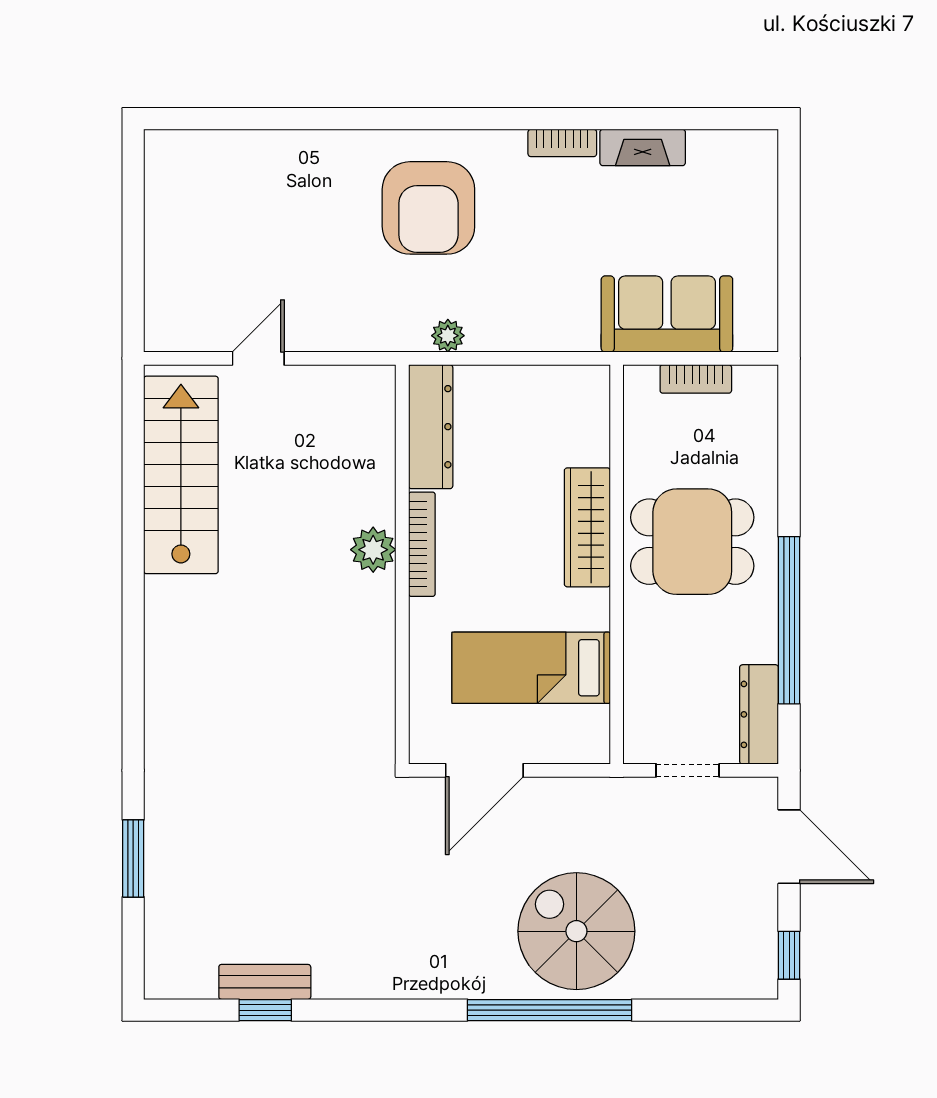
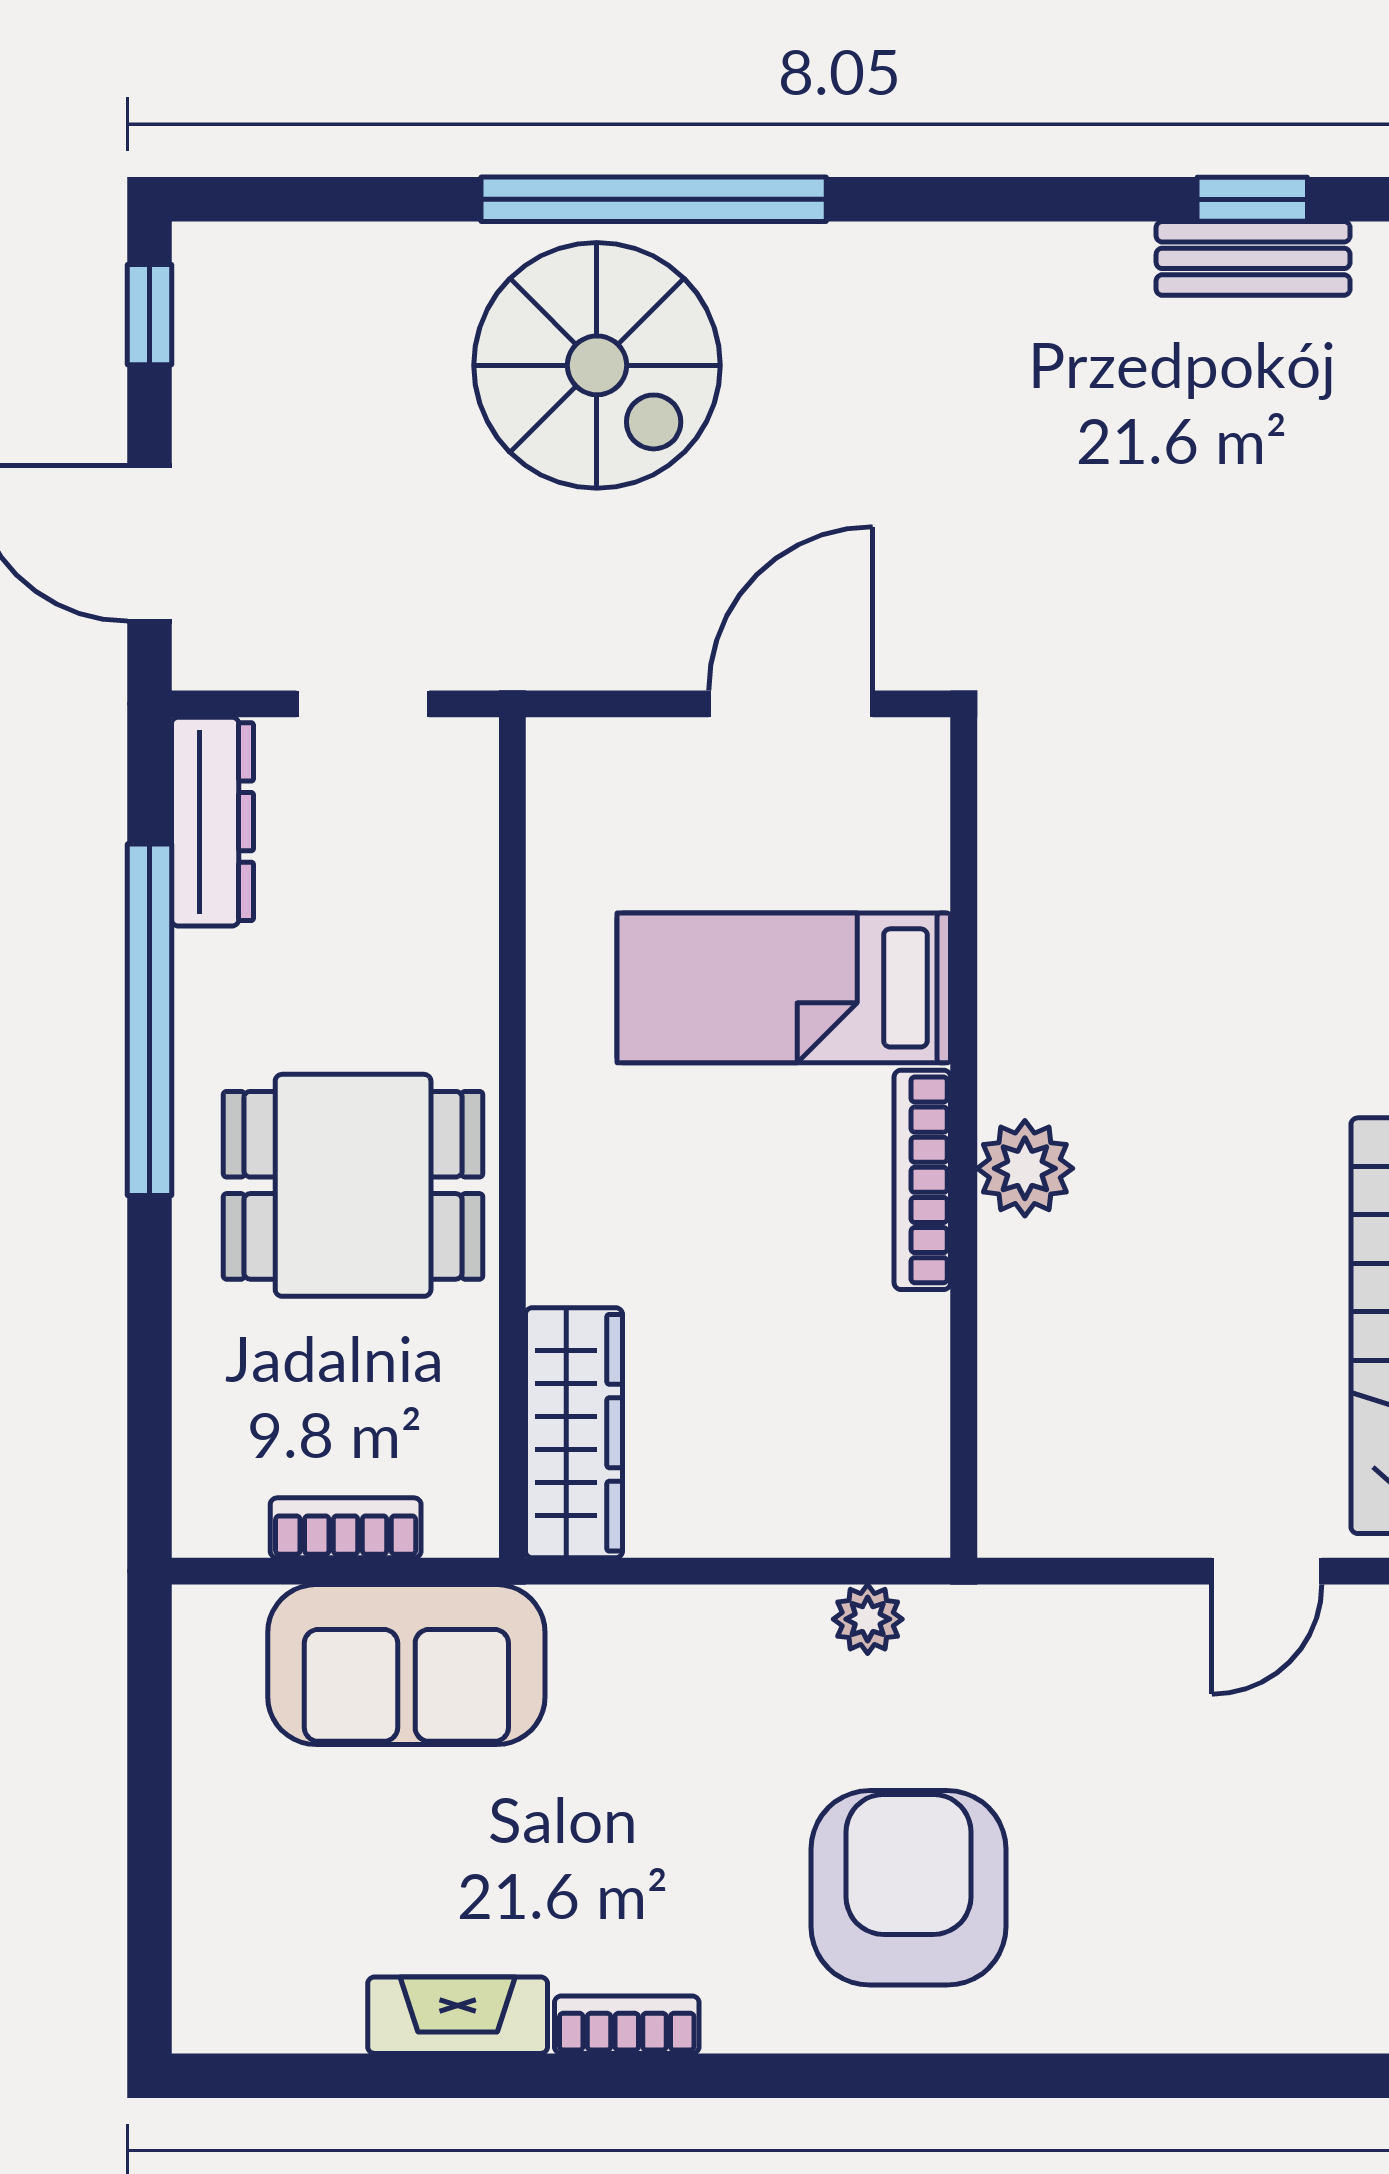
dresser: (431, 427) -> (904, 1427), removed
wardrobe: (587, 527) -> (574, 1433), moved
bed: (531, 668) -> (784, 988), moved, turned 180

